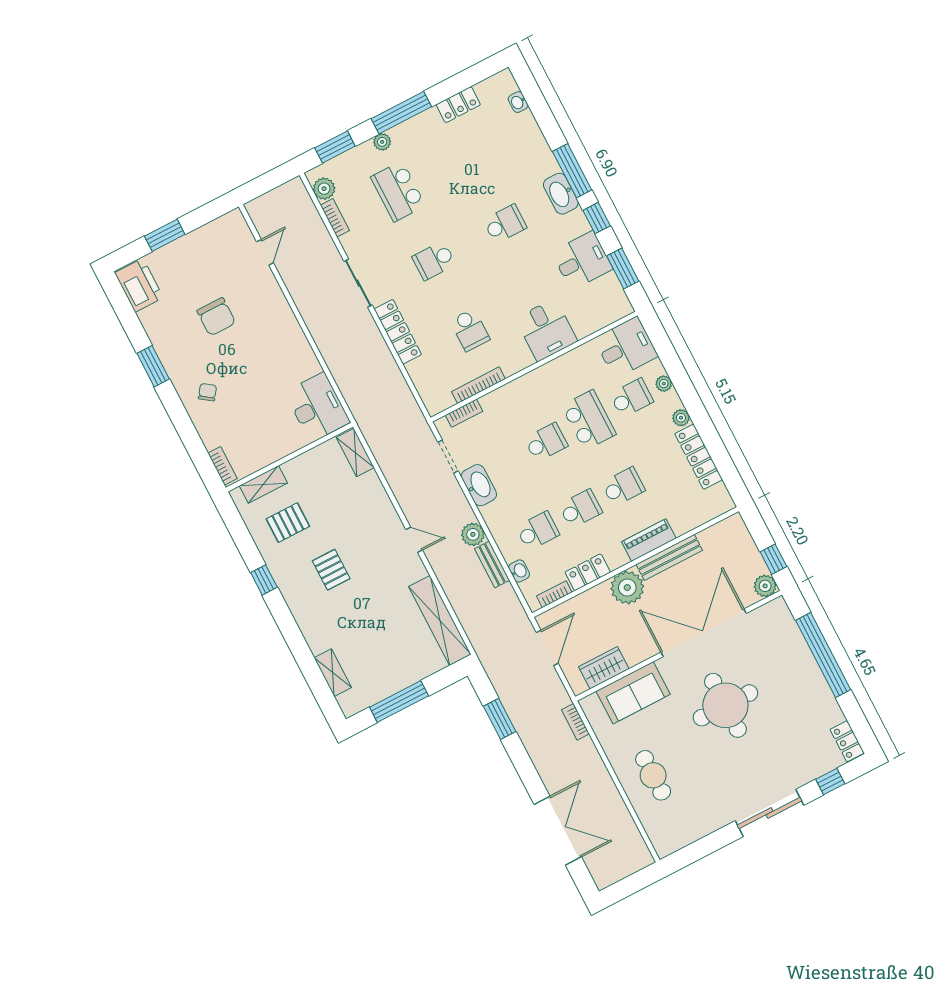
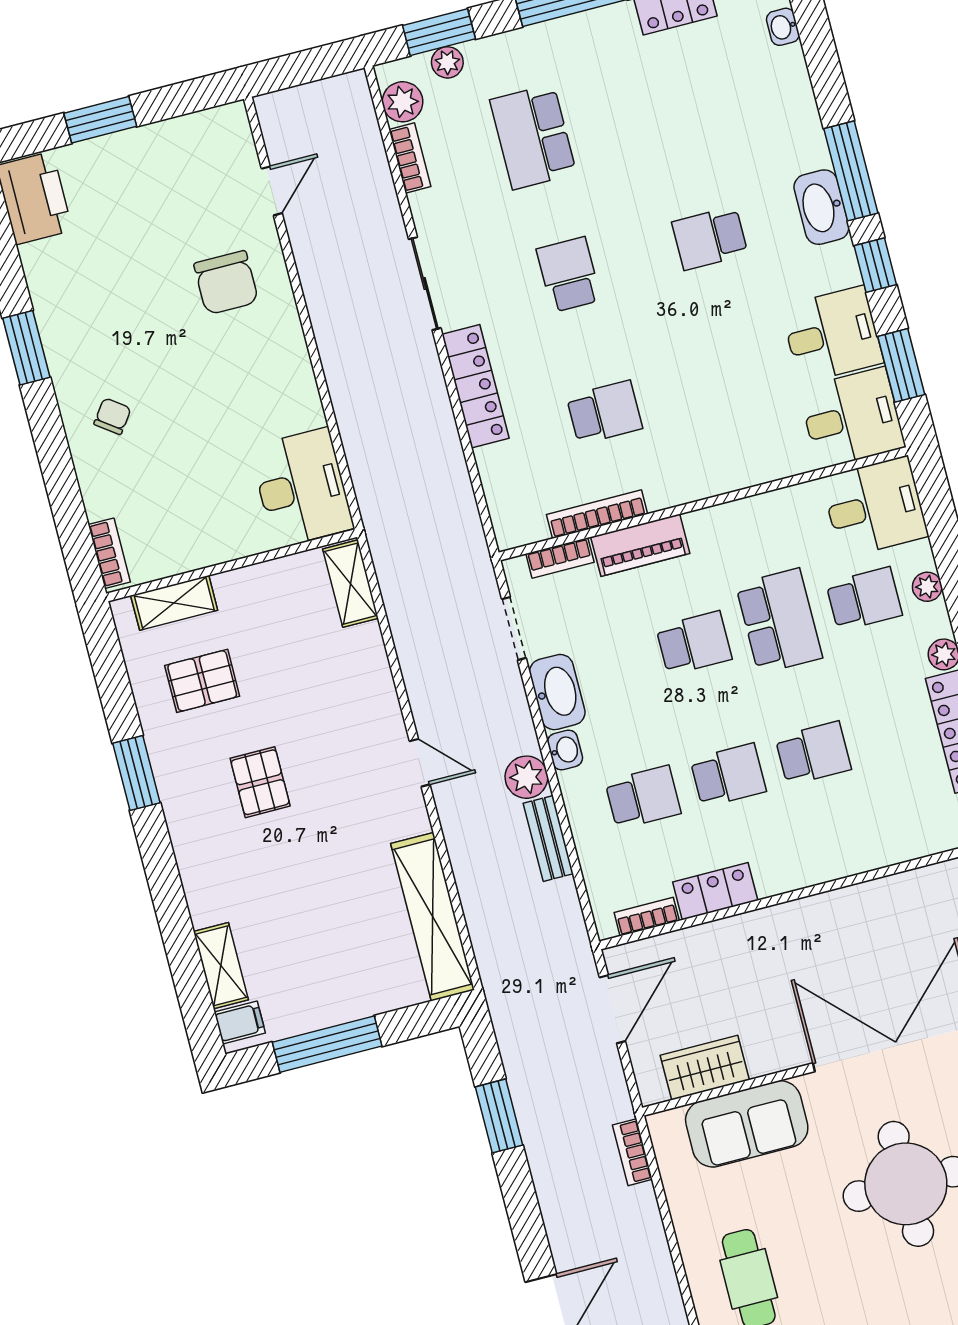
plant: (382, 142) -> (447, 62), moved
school desk: (505, 224) -> (710, 238), turned 180
school desk: (434, 261) -> (569, 275), turned 90
chair: (216, 317) -> (226, 283), moved
school desk: (470, 330) -> (604, 412), turned -90
desk: (546, 330) -> (852, 418), moved, turned -90
piano: (649, 540) -> (640, 545), moved, turned 180
bench: (669, 557) -> (866, 898), removed
washbasin: (519, 571) -> (565, 750), moved
window: (264, 580) -> (136, 773), width x1.50
plant: (627, 588) -> (779, 934), removed
filing cabinet: (350, 701) -> (240, 1023), added

